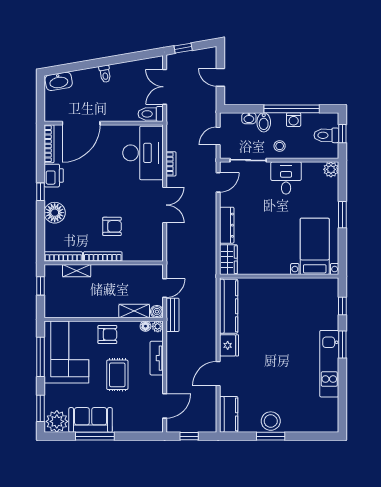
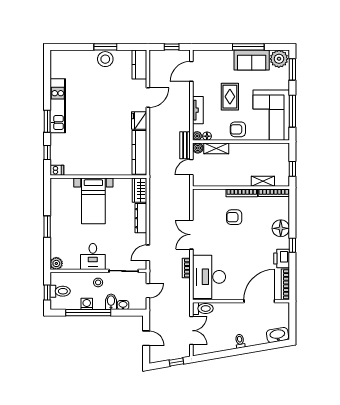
bed with nightstands: (315, 246) -> (93, 201), moved
dishwasher: (330, 284) -> (57, 170), added

